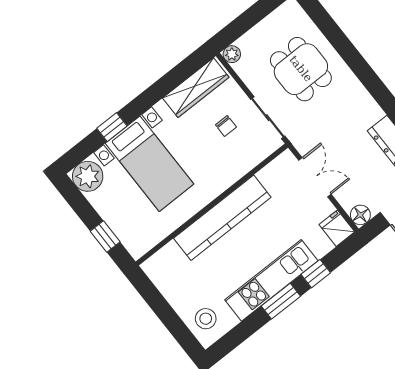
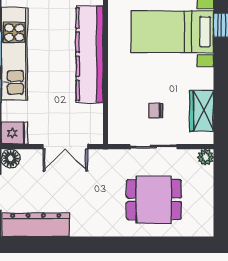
wardrobe: (196, 88) -> (202, 111), width x0.67
sliding door: (268, 118) -> (153, 147), moved

